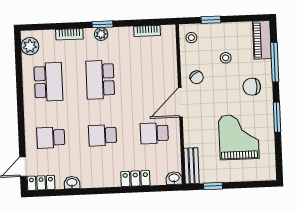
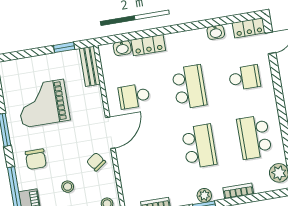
chair: (252, 87) -> (36, 159), turned 90
school desk: (154, 133) -> (134, 96), turned 180
school desk: (102, 135) -> (189, 87), width x1.85
grand piano: (239, 137) -> (43, 103), turned 90
washbasin: (174, 178) -> (122, 48), moved

